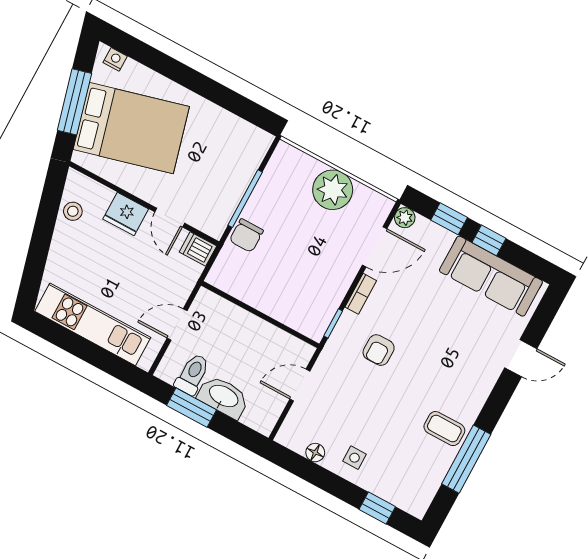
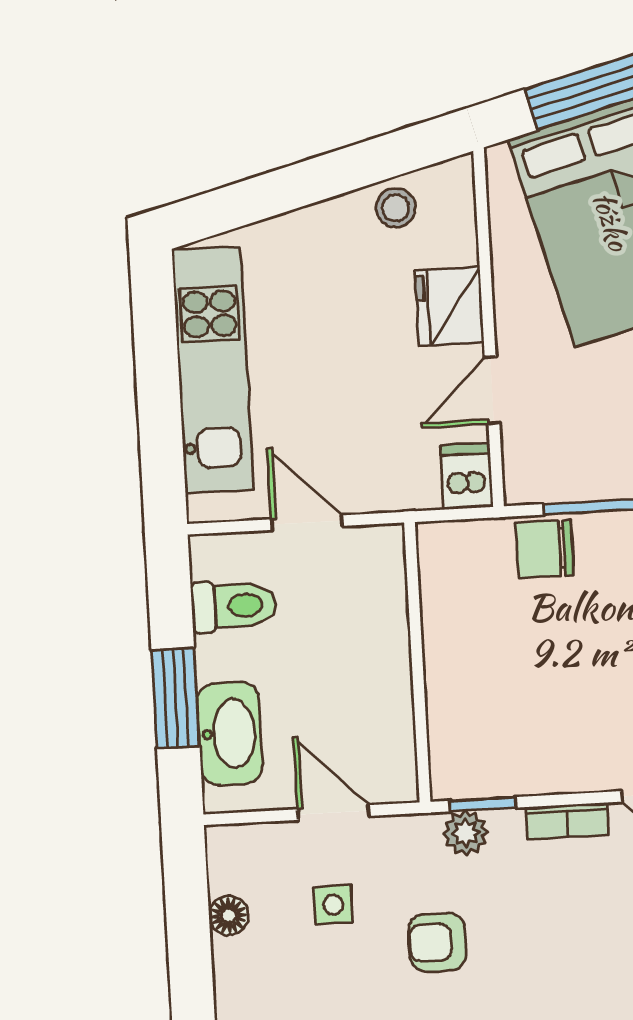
plant: (341, 337) -> (466, 833), added
armchair: (379, 350) -> (437, 942), moved
washbasin: (223, 397) -> (230, 733), moved
window: (192, 408) -> (176, 698), moved
side table: (354, 458) -> (333, 905), moved

